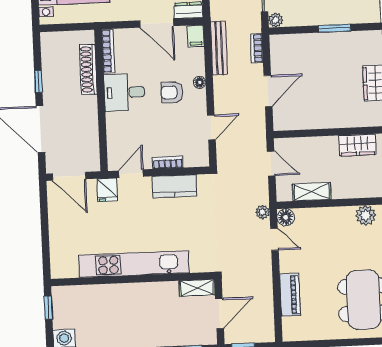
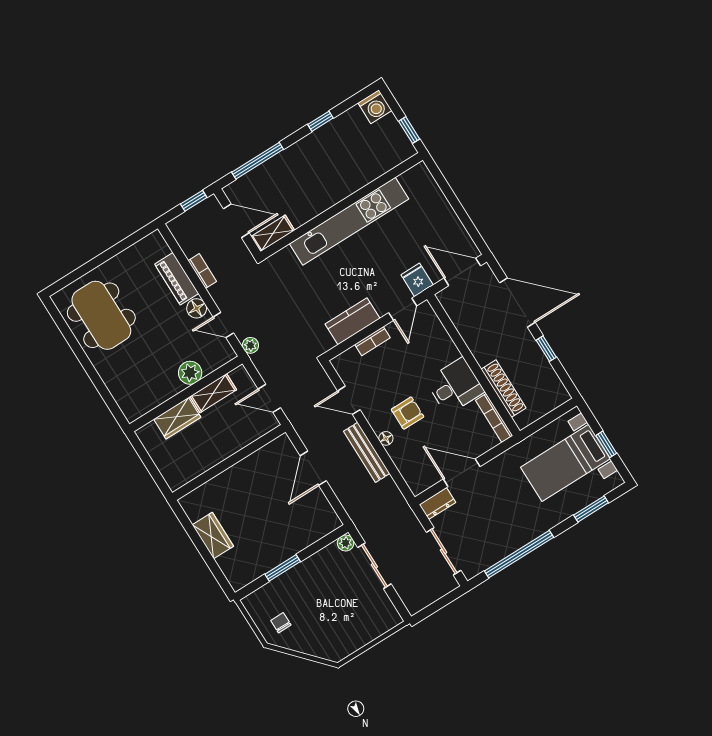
filing cabinet: (196, 36) -> (416, 482), removed
bench: (219, 48) -> (367, 452), moved
bookcase: (257, 48) -> (202, 271), moved
door: (211, 127) -> (349, 400), hinge flipped
wardrobe: (358, 145) -> (177, 418), moved, turned 180
plant: (366, 215) -> (190, 373), moved
floor lamp: (286, 217) -> (197, 308), moved
door: (219, 313) -> (236, 221), swing flipped

